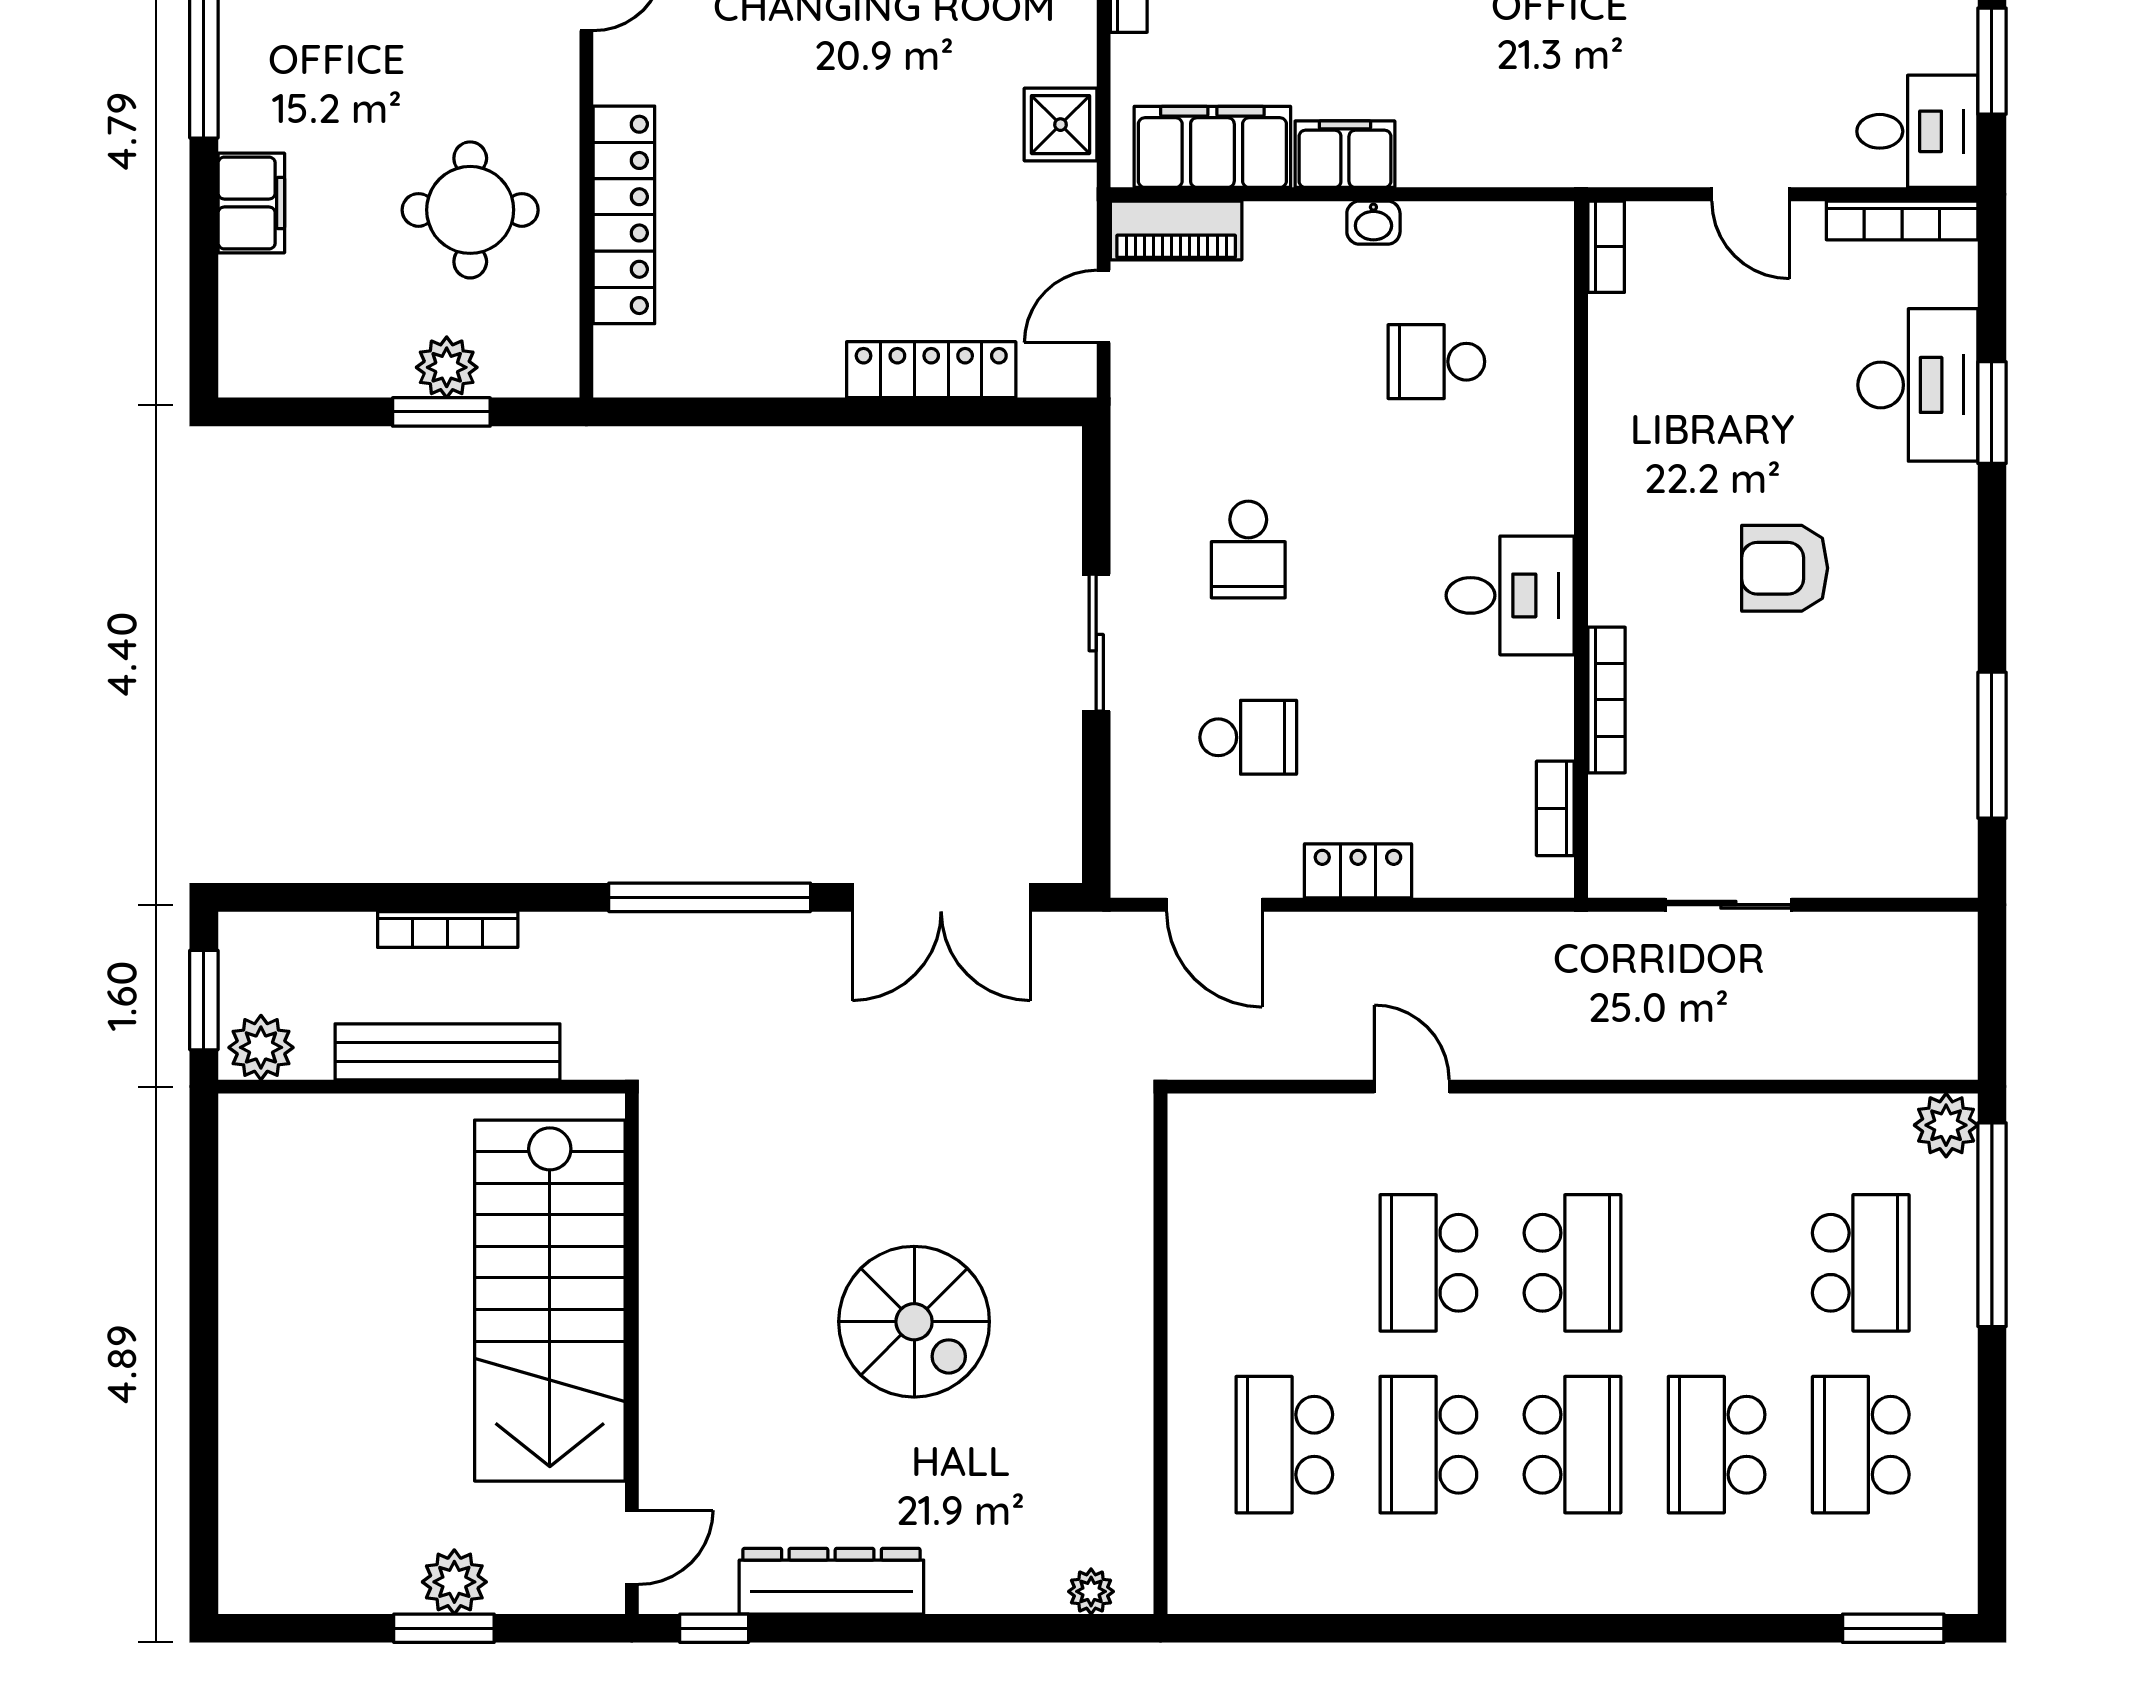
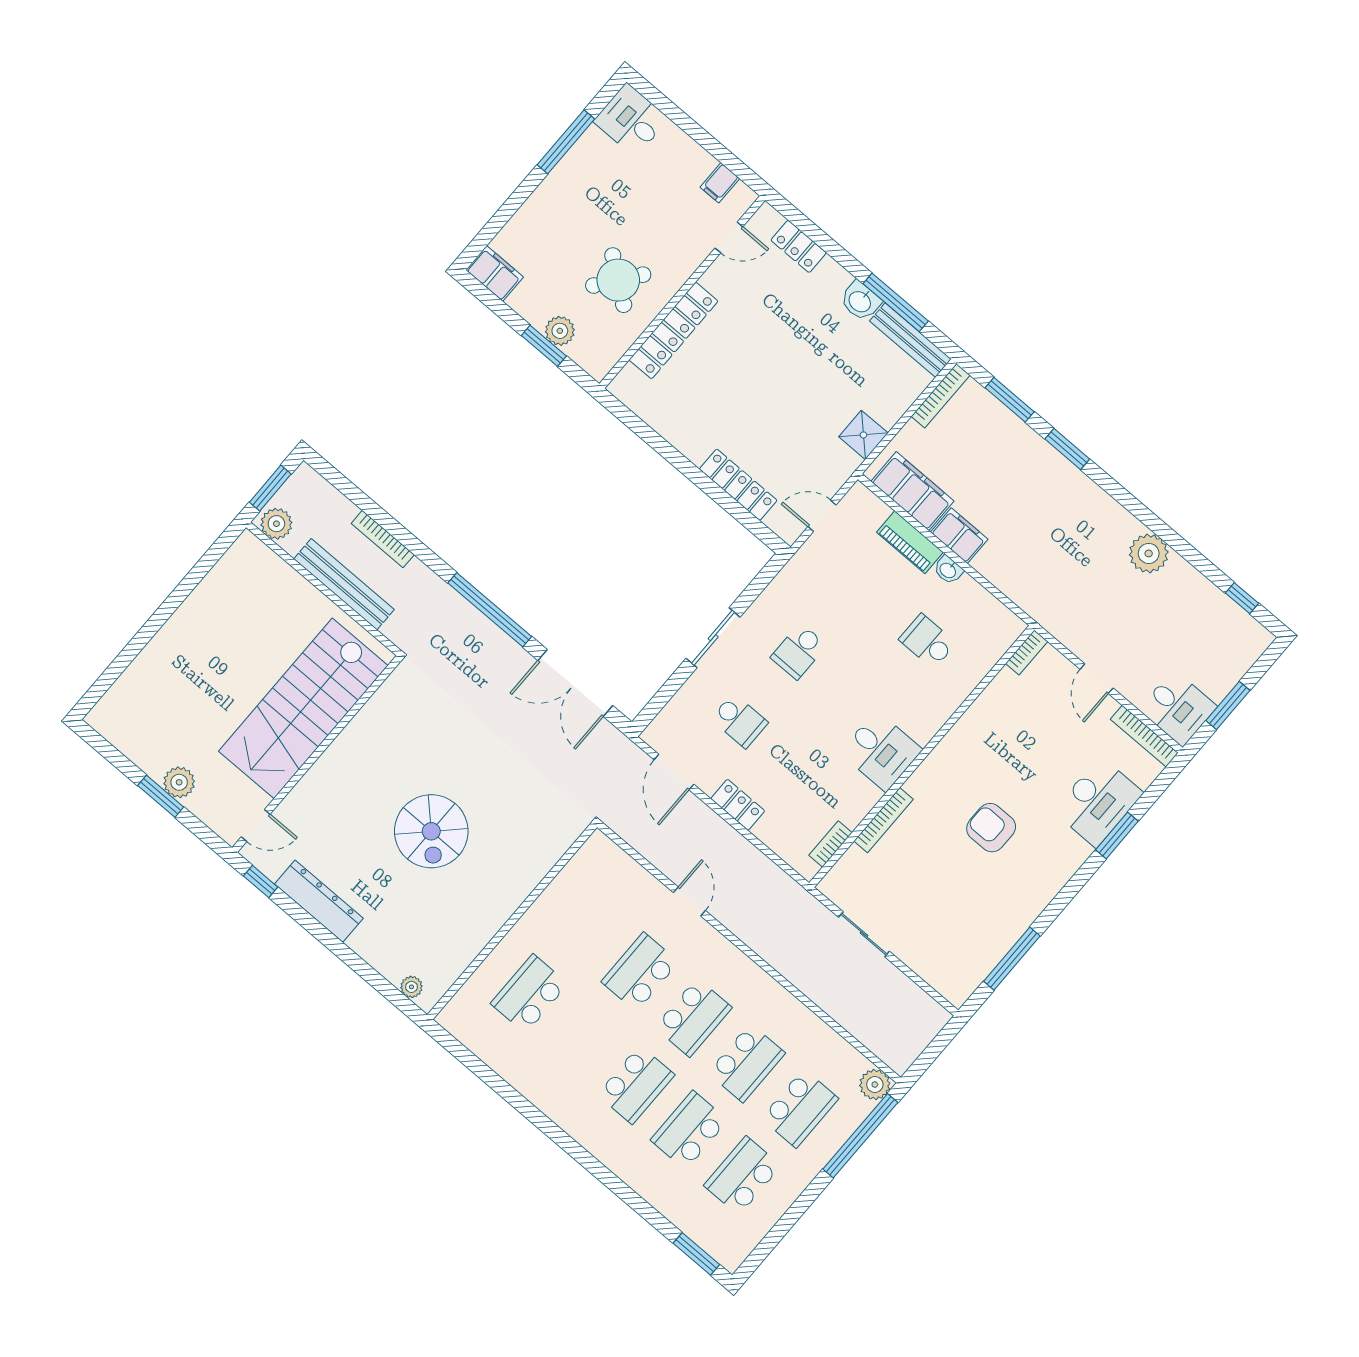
filing cabinet: (251, 203) -> (495, 273), moved, turned -90
round table: (470, 210) -> (618, 280), turned 37
piano: (1176, 230) -> (910, 542), moved
school desk: (1428, 1445) -> (747, 1063), moved, turned 180

